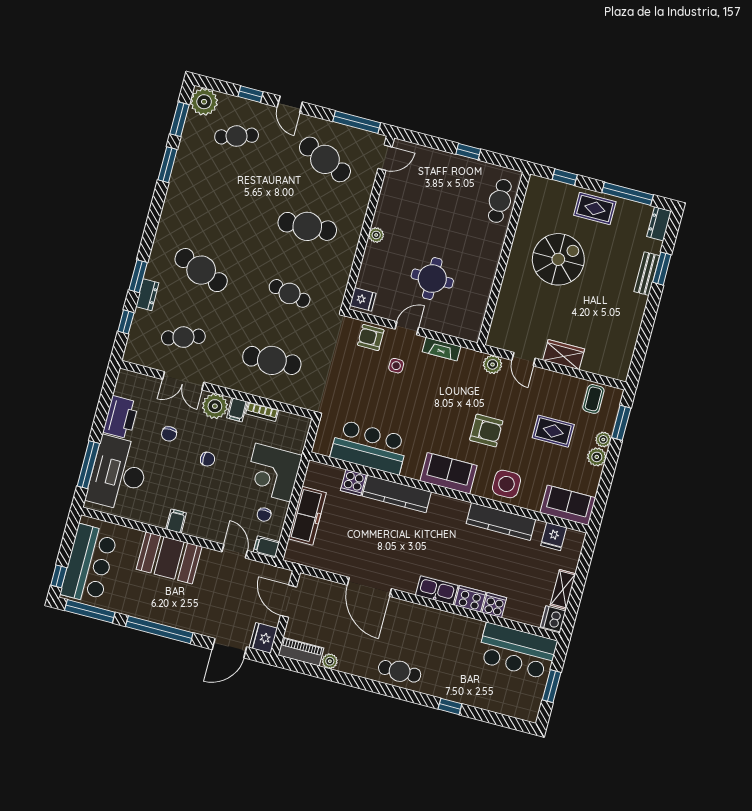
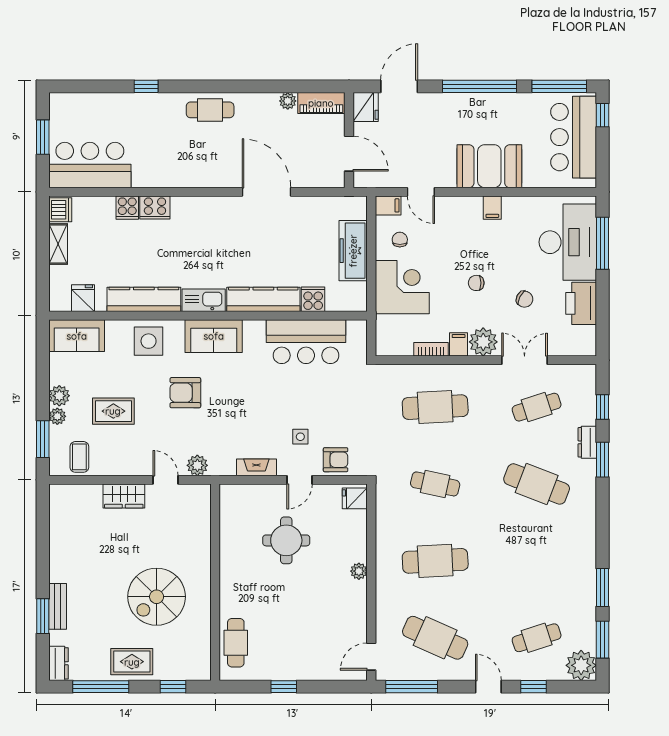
chair: (169, 434) -> (525, 299), turned 118
kitchen sink: (437, 590) -> (204, 300), moved, turned 180

